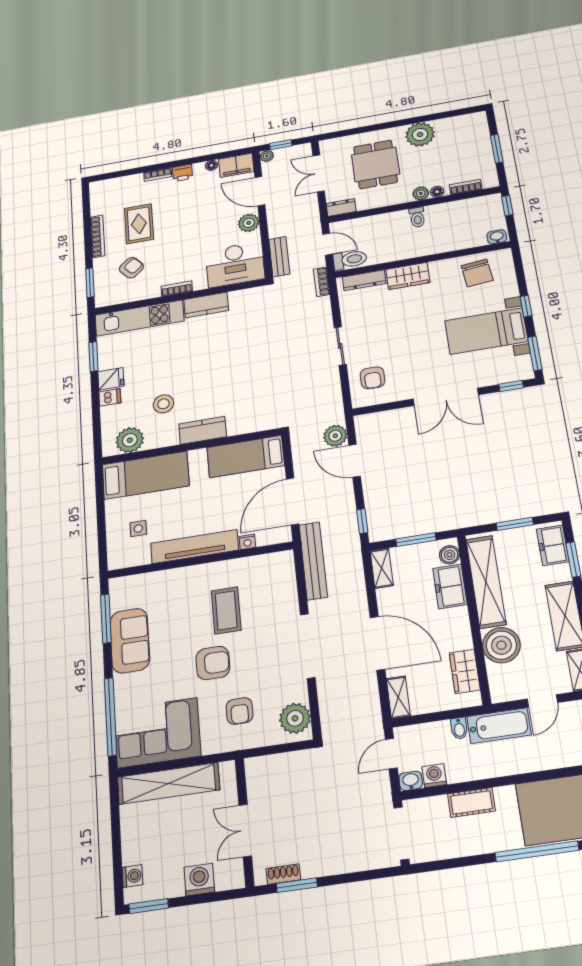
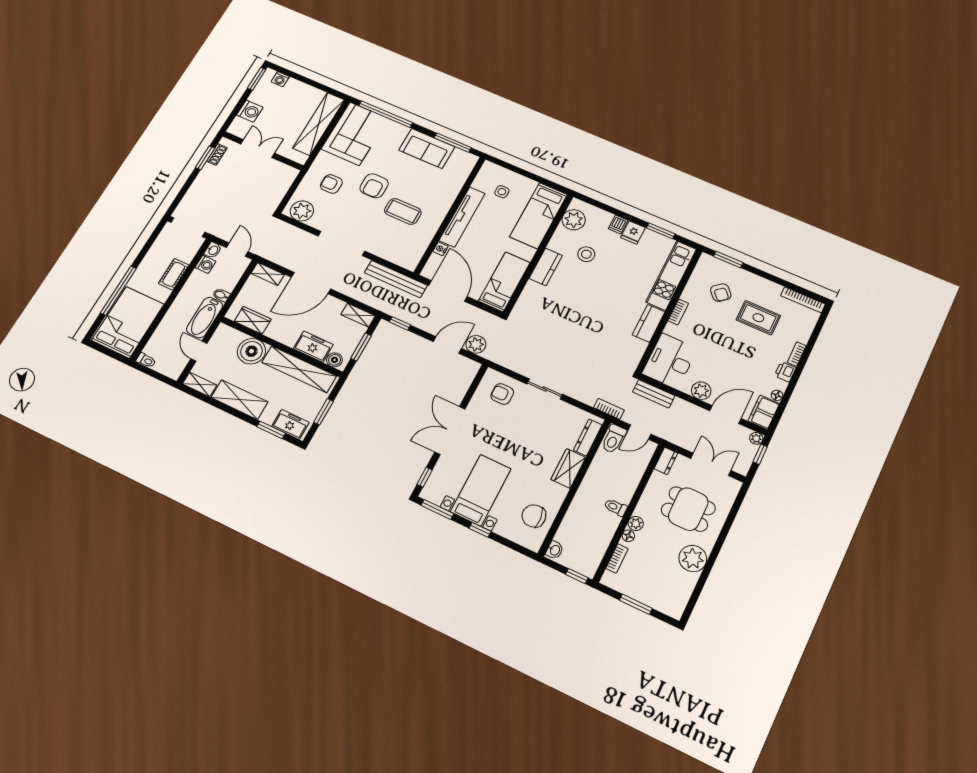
bookcase: (98, 236) -> (803, 300), moved

